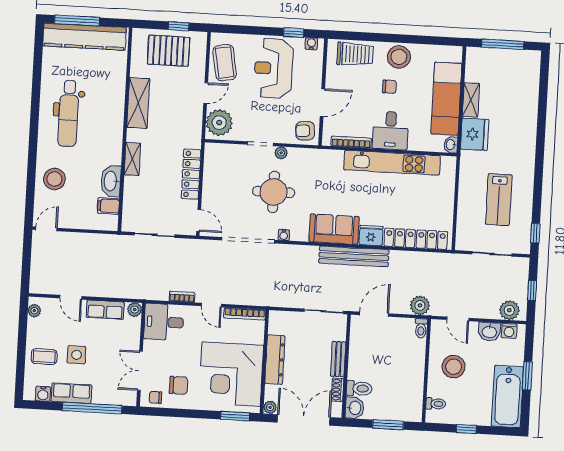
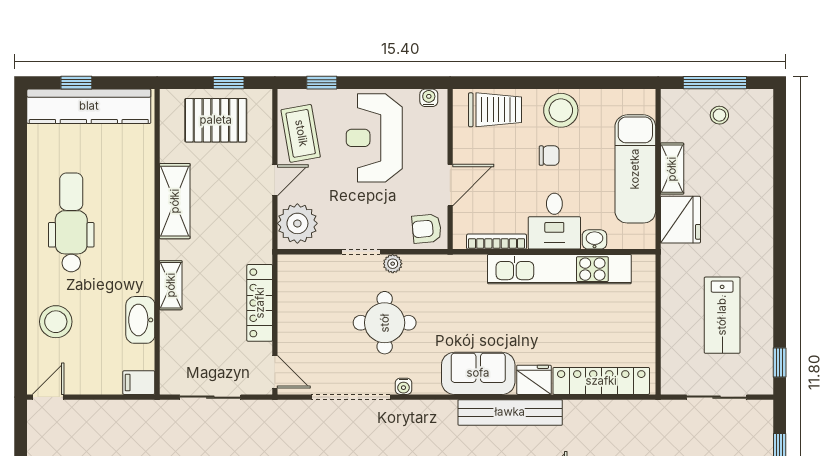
window: (77, 20) -> (76, 83), width x0.46
window: (294, 33) -> (322, 83), moved
stool: (504, 66) -> (719, 115), added
dental chair: (68, 113) -> (71, 222), turned 180
washbasin: (451, 145) -> (594, 239), moved, turned 90
filing cabinet: (108, 206) -> (139, 383), moved

